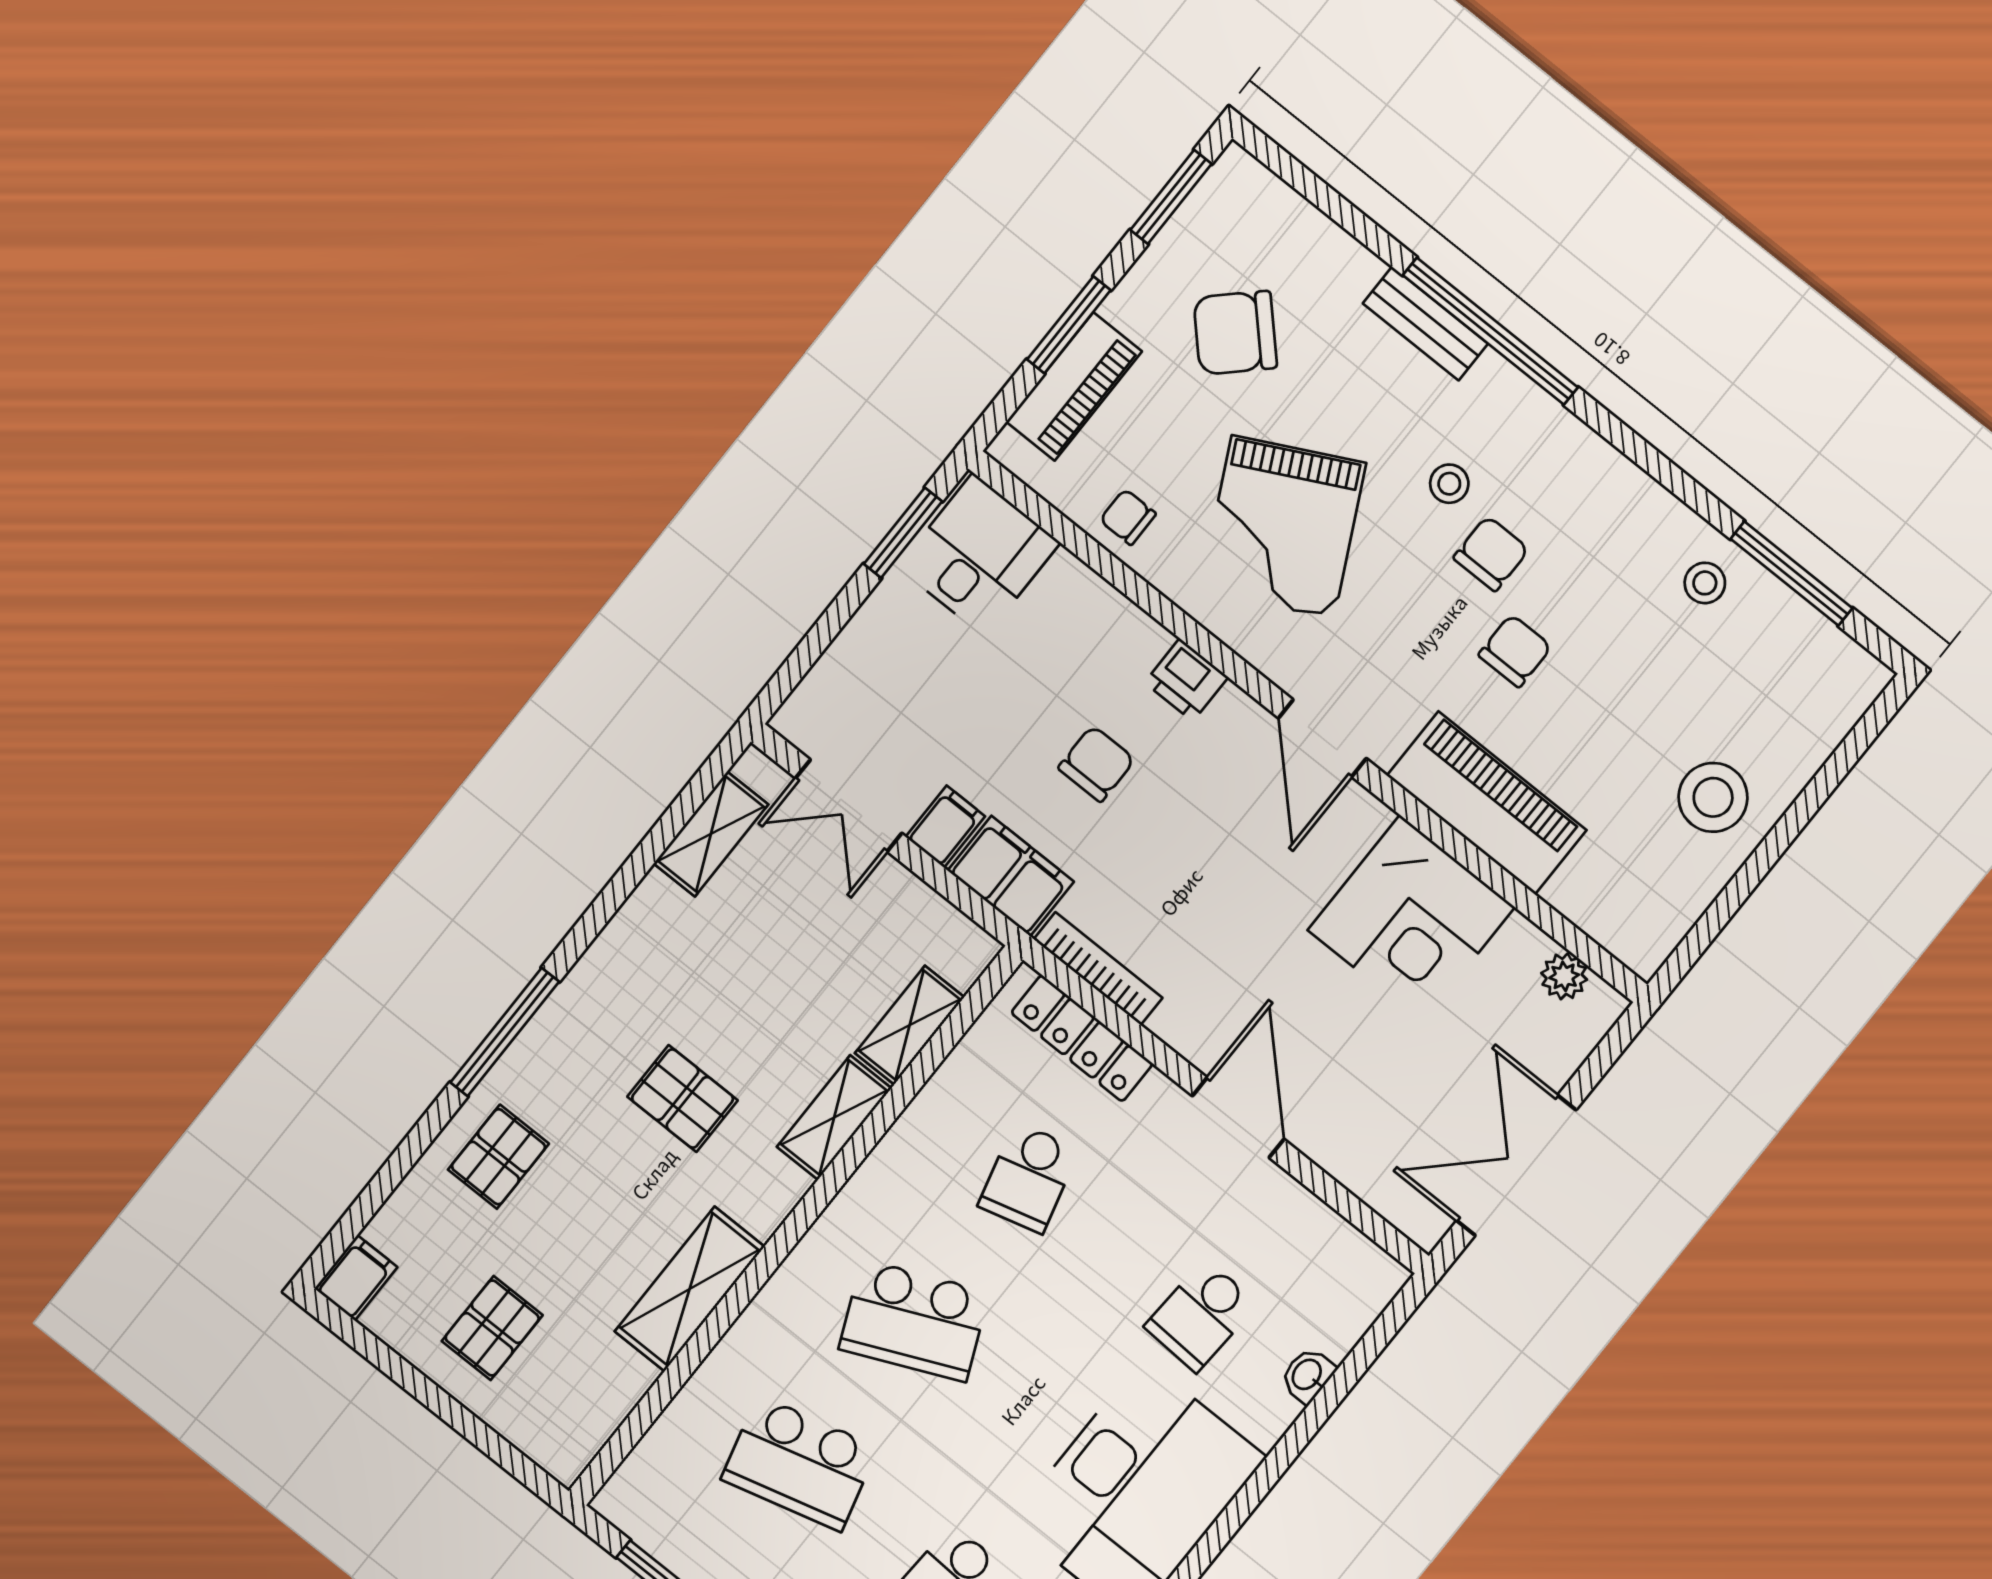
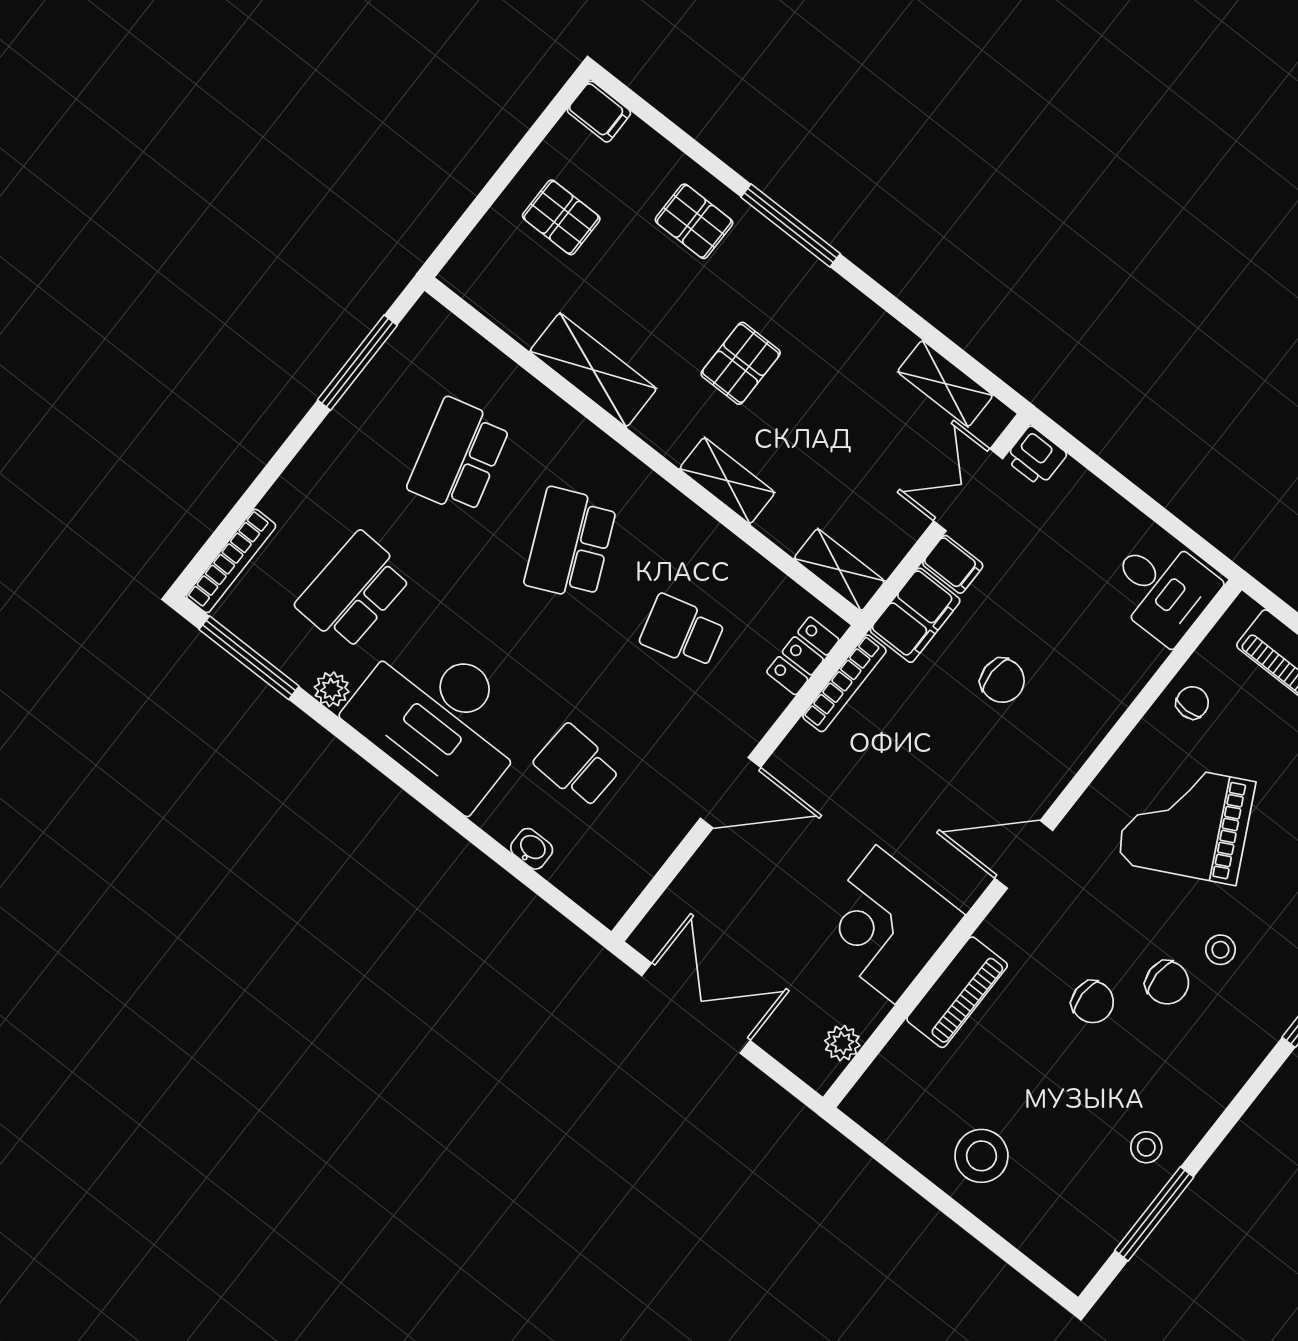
window: (903, 533) -> (1179, 530), removed
printer: (1186, 680) -> (1036, 456), moved, turned -90
piano: (1487, 803) -> (957, 992), width x0.73, depth x0.75
shelving: (910, 1025) -> (839, 570), moved
locker: (1082, 1038) -> (803, 656), width x0.66

